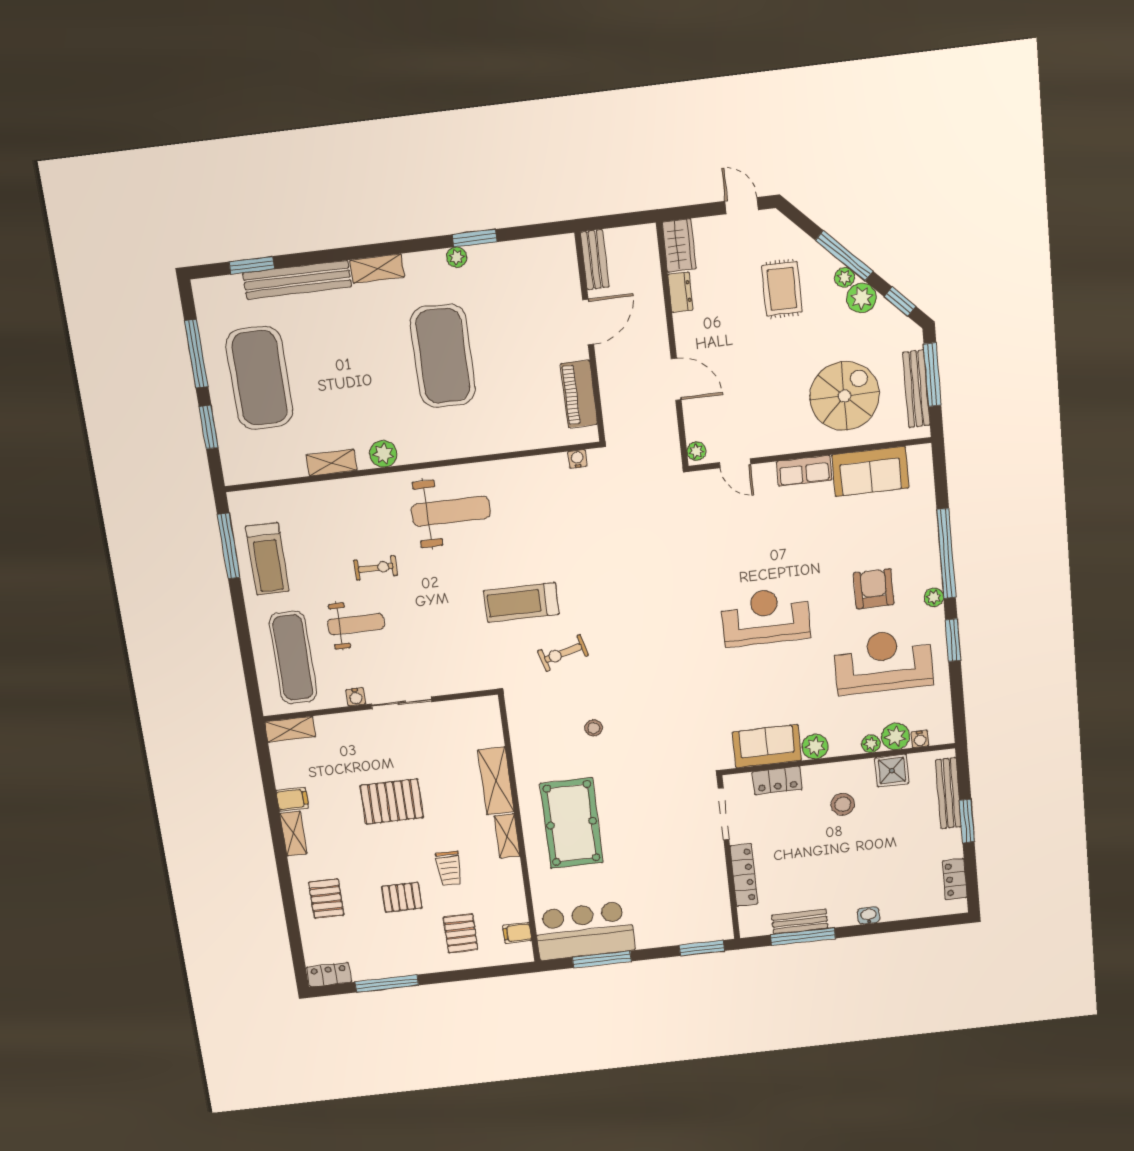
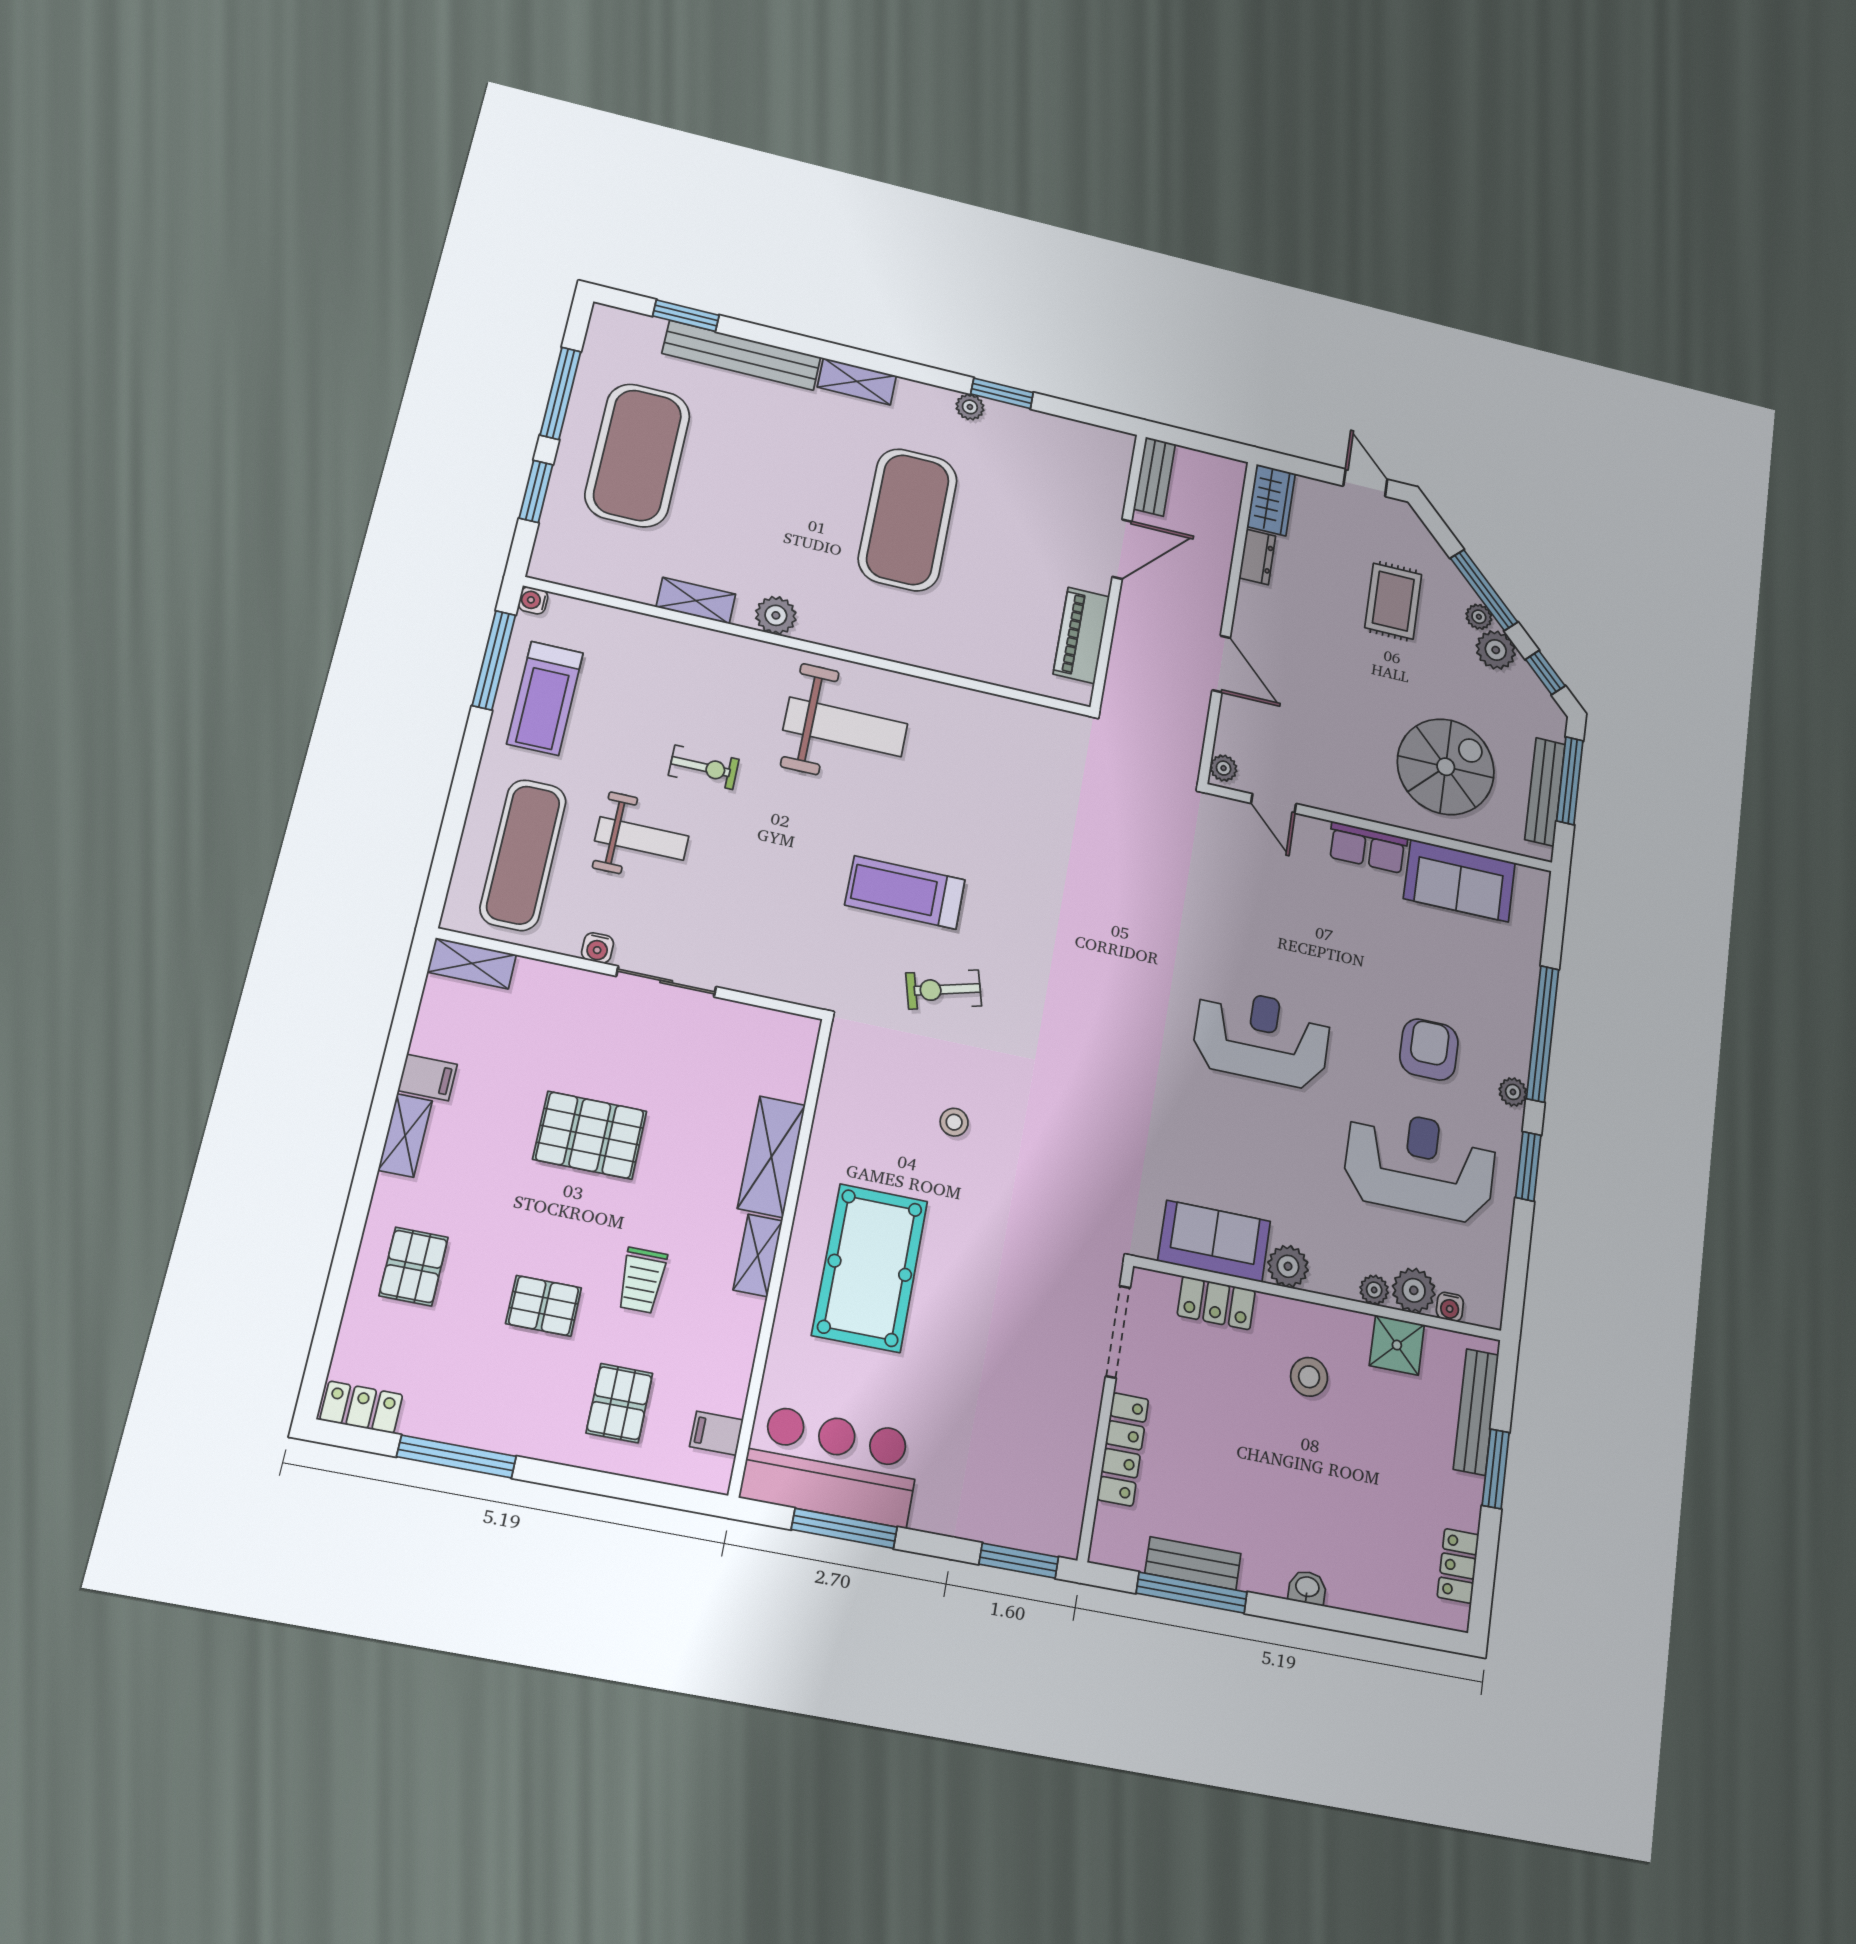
water cooler: (577, 459) -> (533, 600), moved, turned -90

